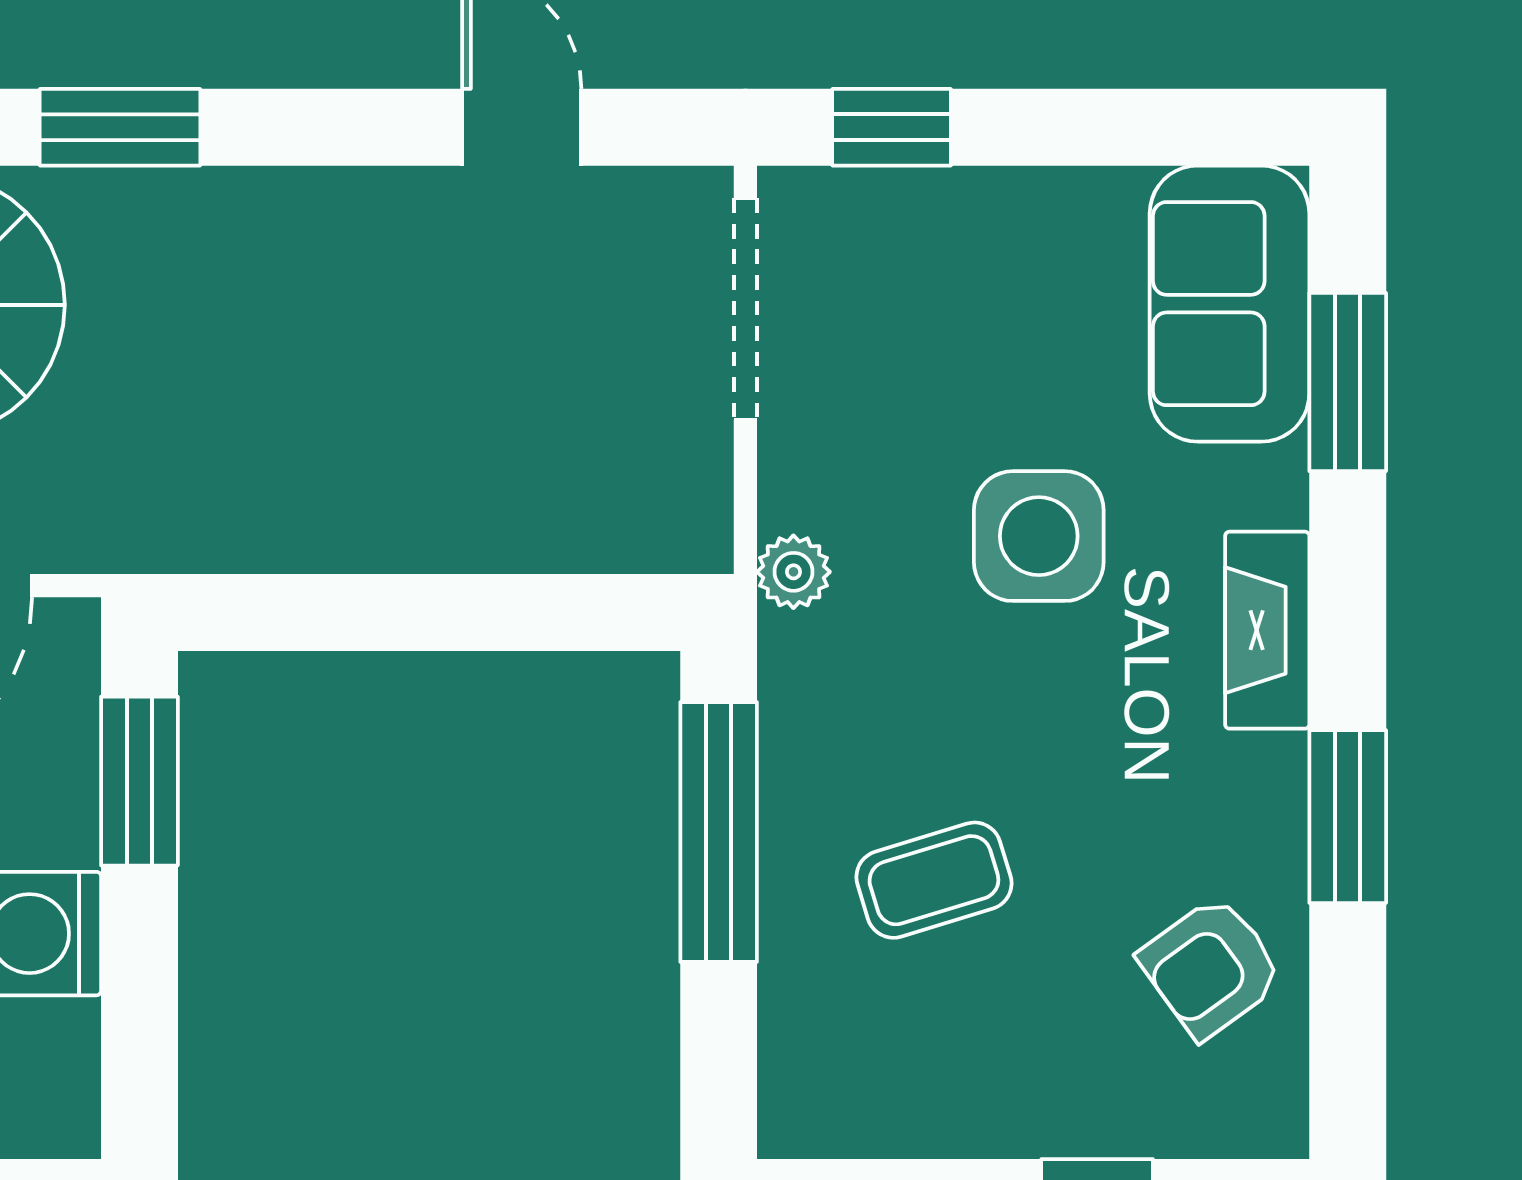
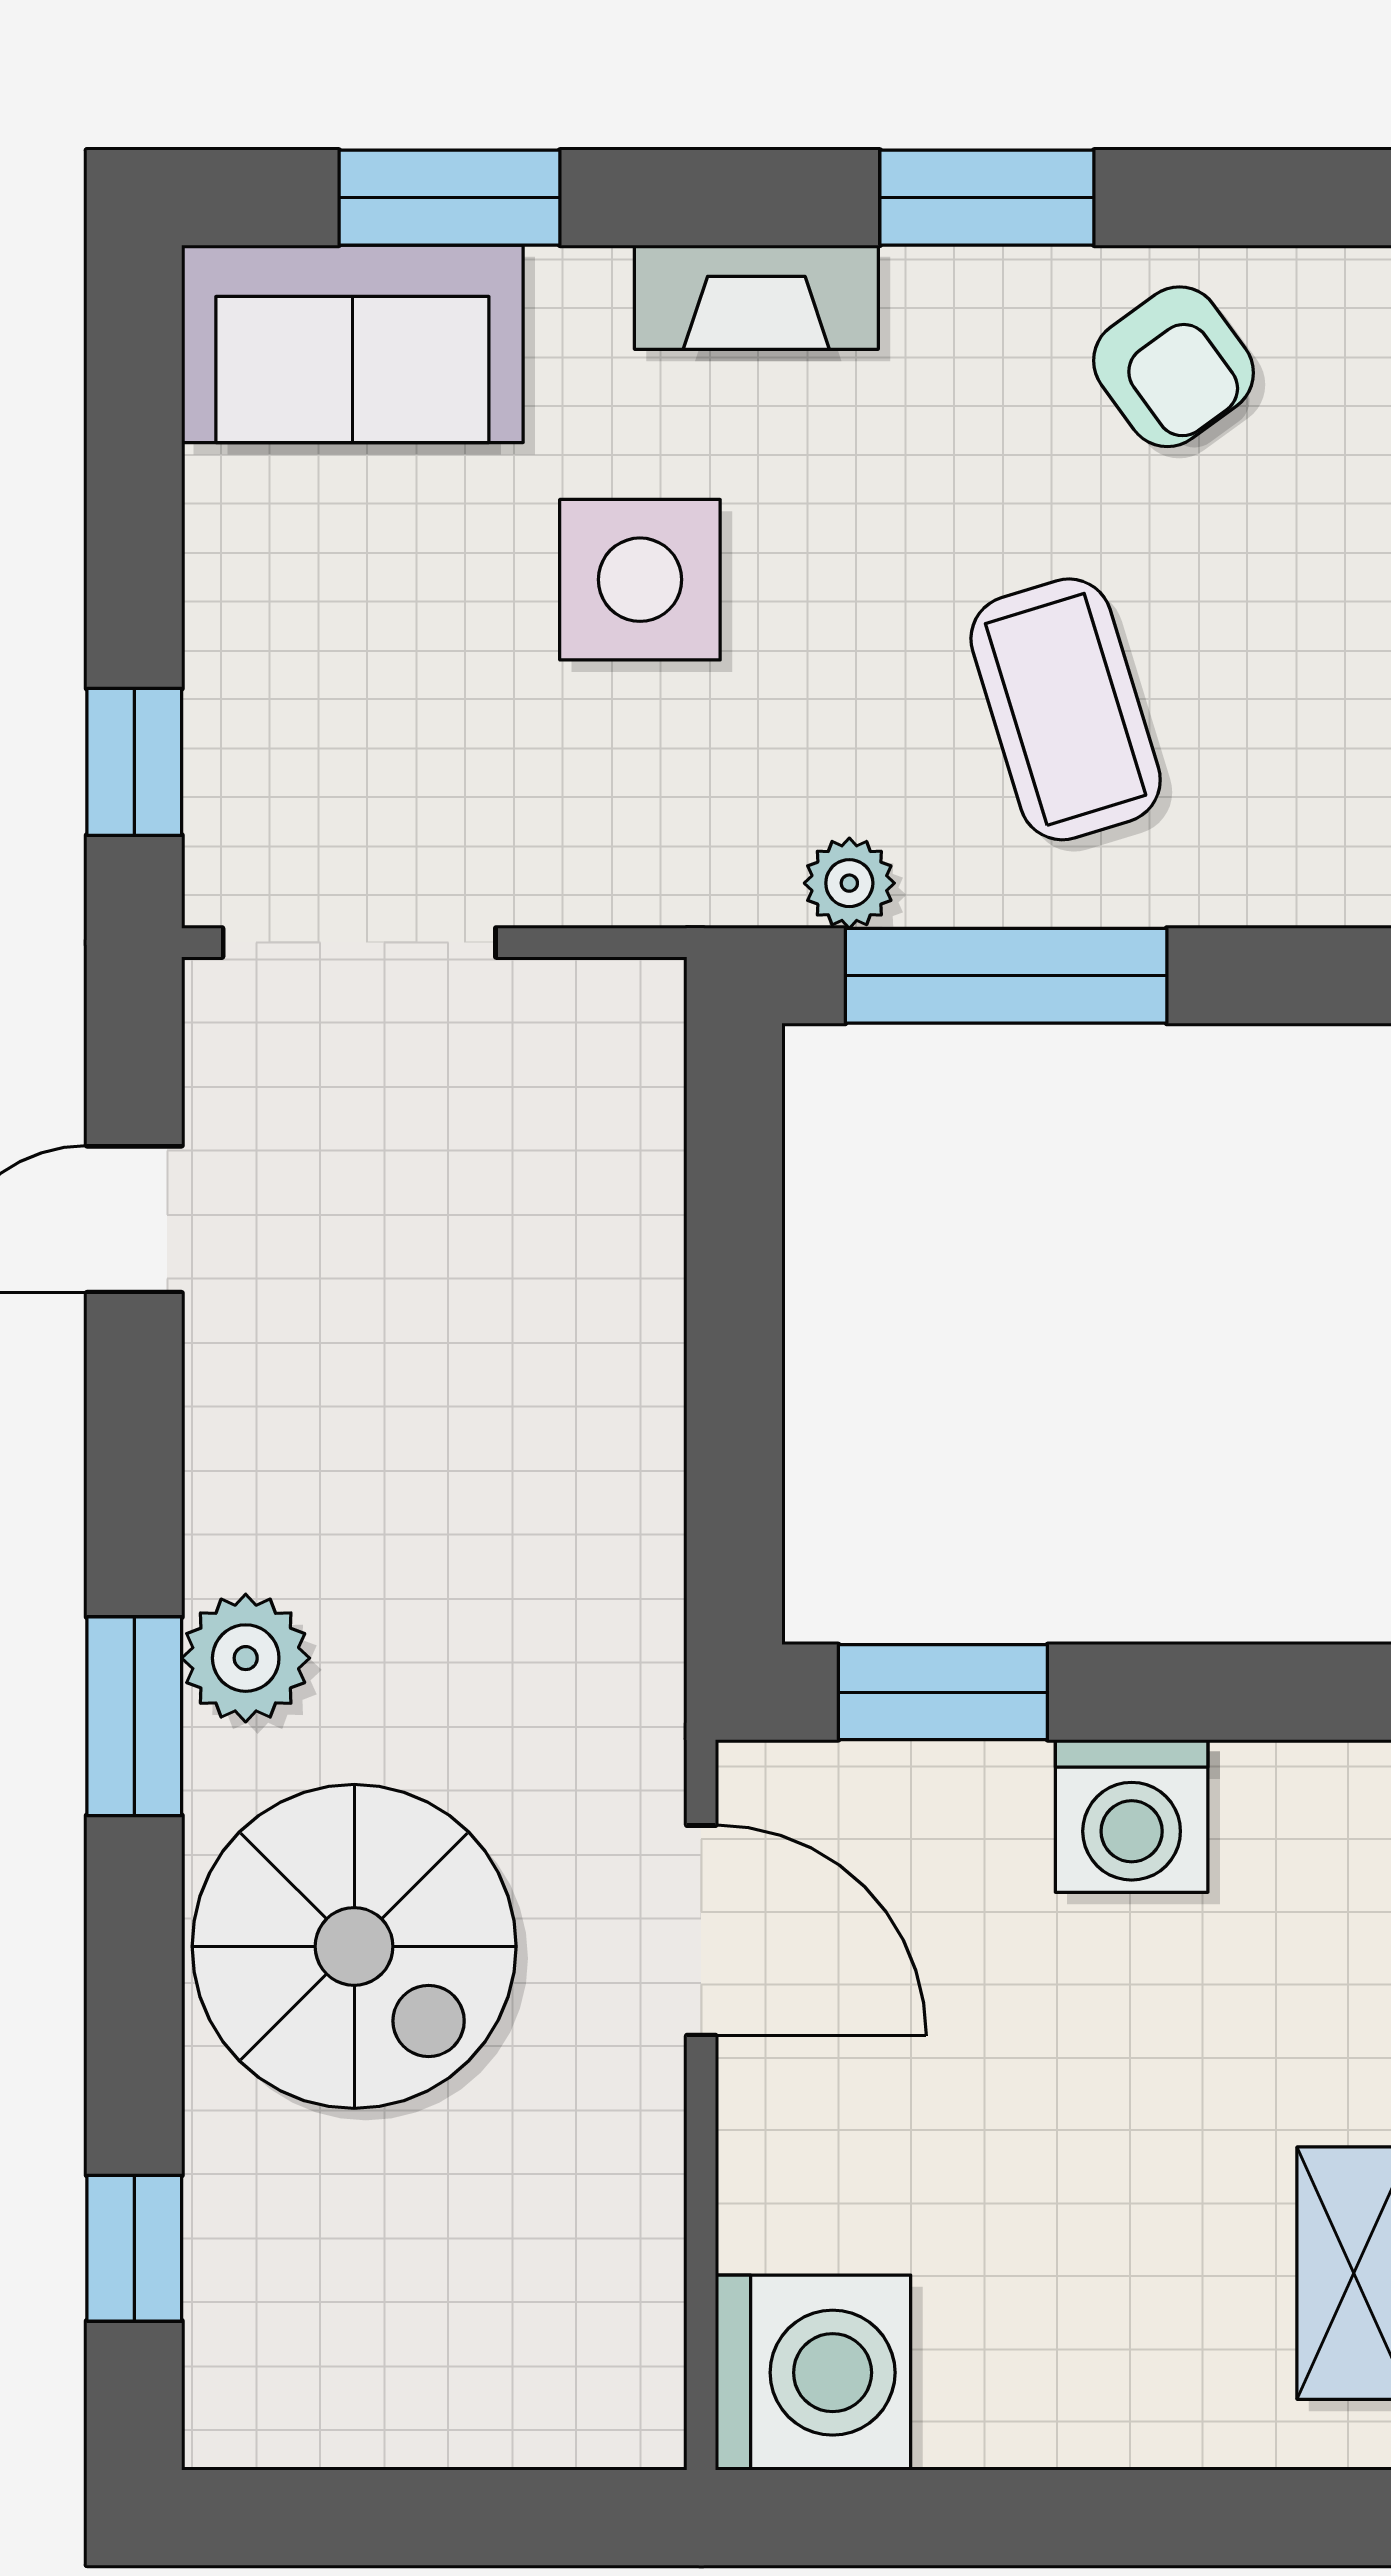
plant: (167, 217) -> (246, 1658), added
plant: (793, 572) -> (849, 883), moved
coffee table: (934, 880) -> (1066, 709), width x1.36, depth x1.30

